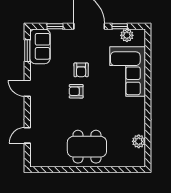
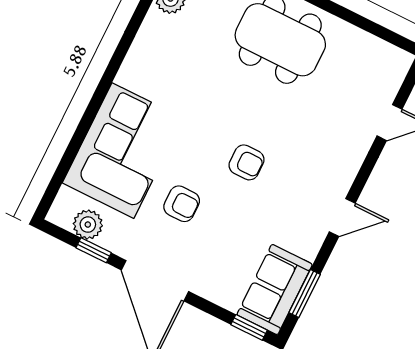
window: (55, 26) -> (249, 327), moved
armchair: (81, 70) -> (182, 204), moved, turned 90
door: (27, 88) -> (342, 218), hinge flipped

